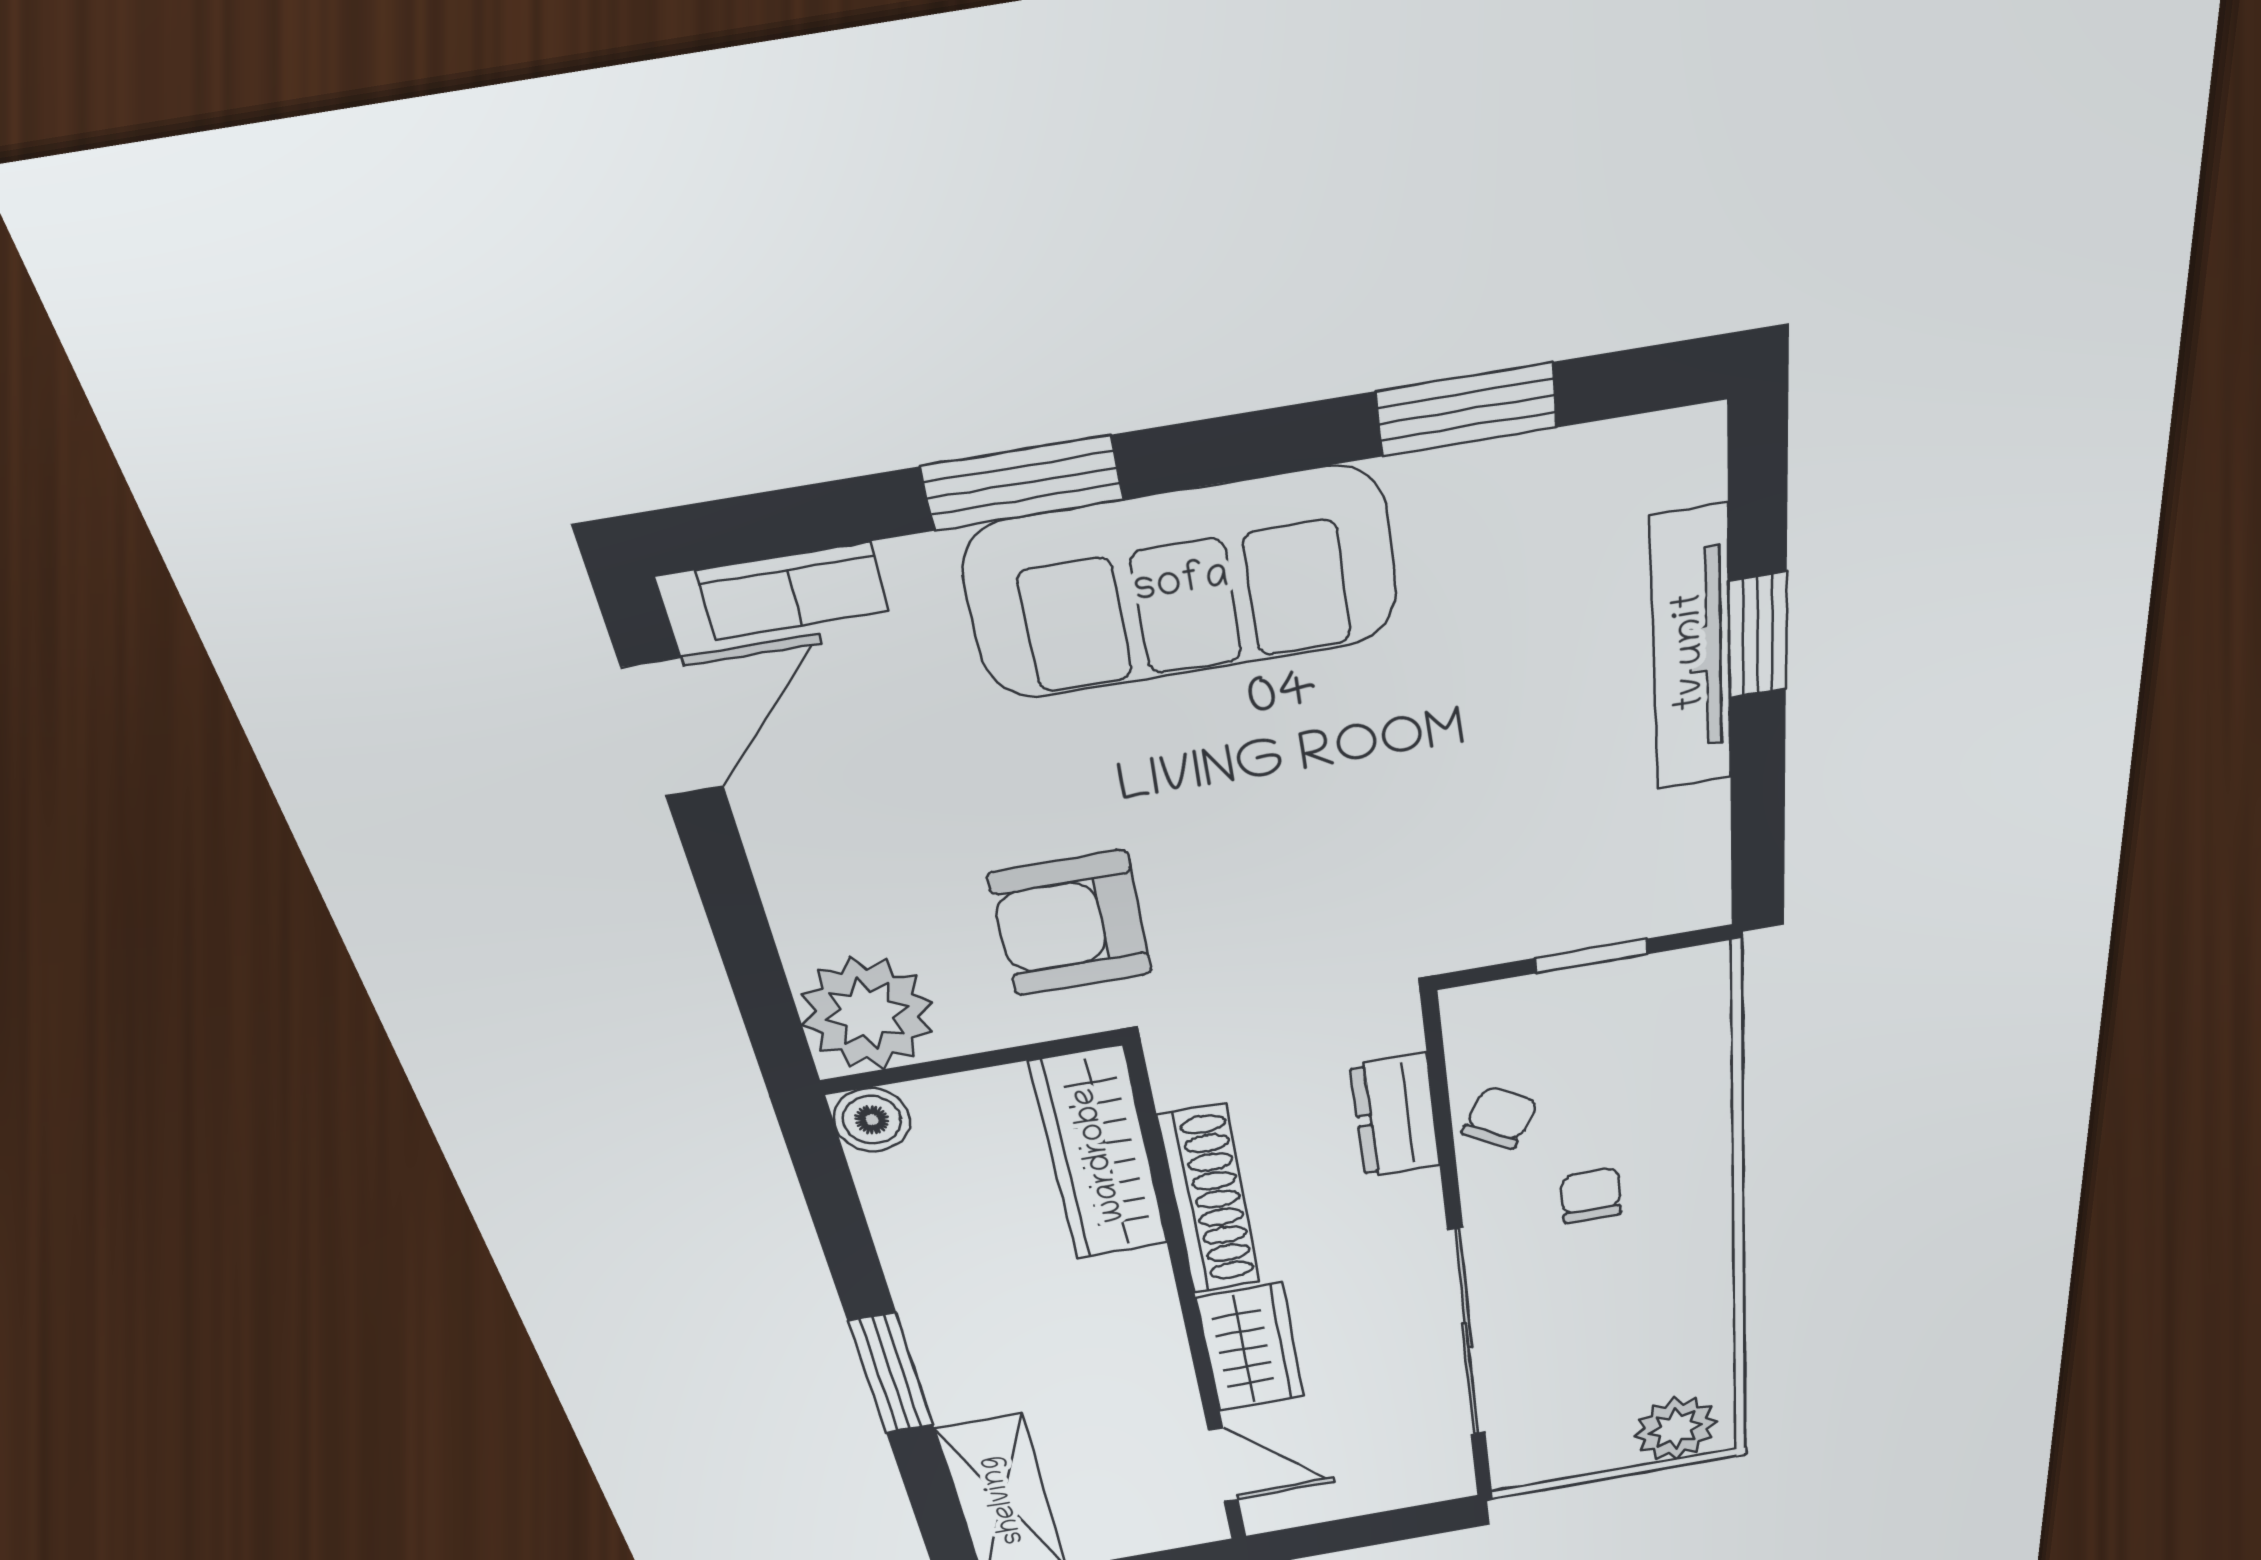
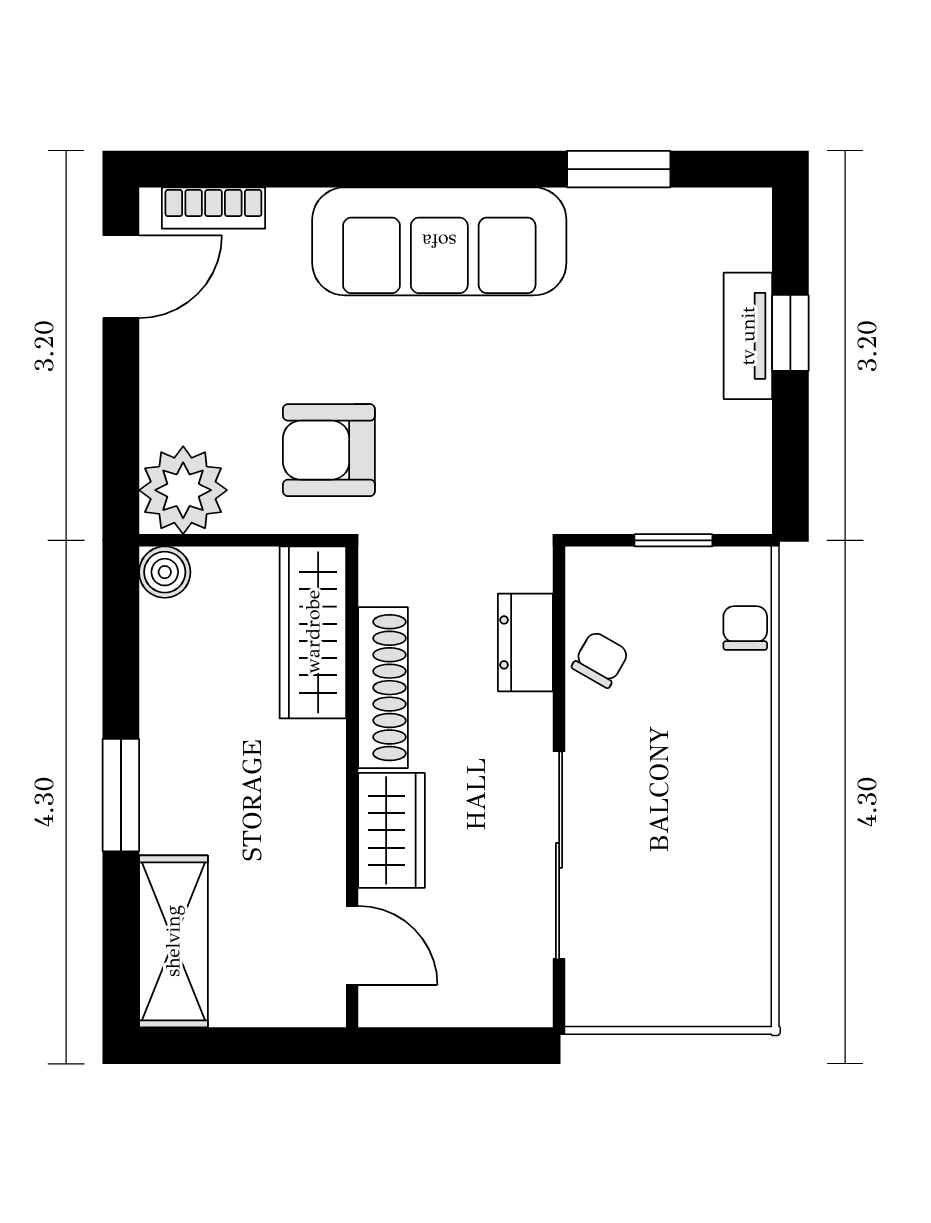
window: (1022, 483) -> (358, 169), removed
tv unit: (1692, 651) -> (748, 336), width x0.71
chair: (1591, 1195) -> (745, 628), moved
plant: (1676, 1429) -> (721, 992), removed

